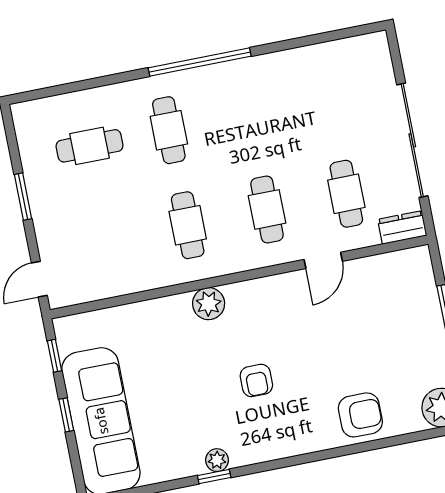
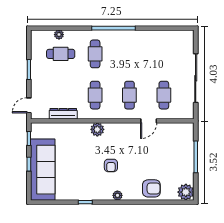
plant: (77, 102) -> (59, 35), added
dresser: (402, 227) -> (63, 114), moved, width x1.44
plant: (217, 460) -> (117, 195), moved

